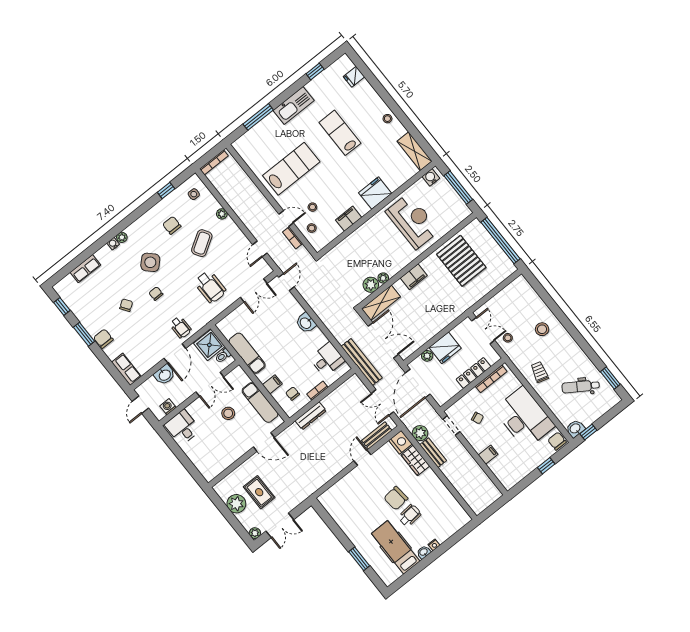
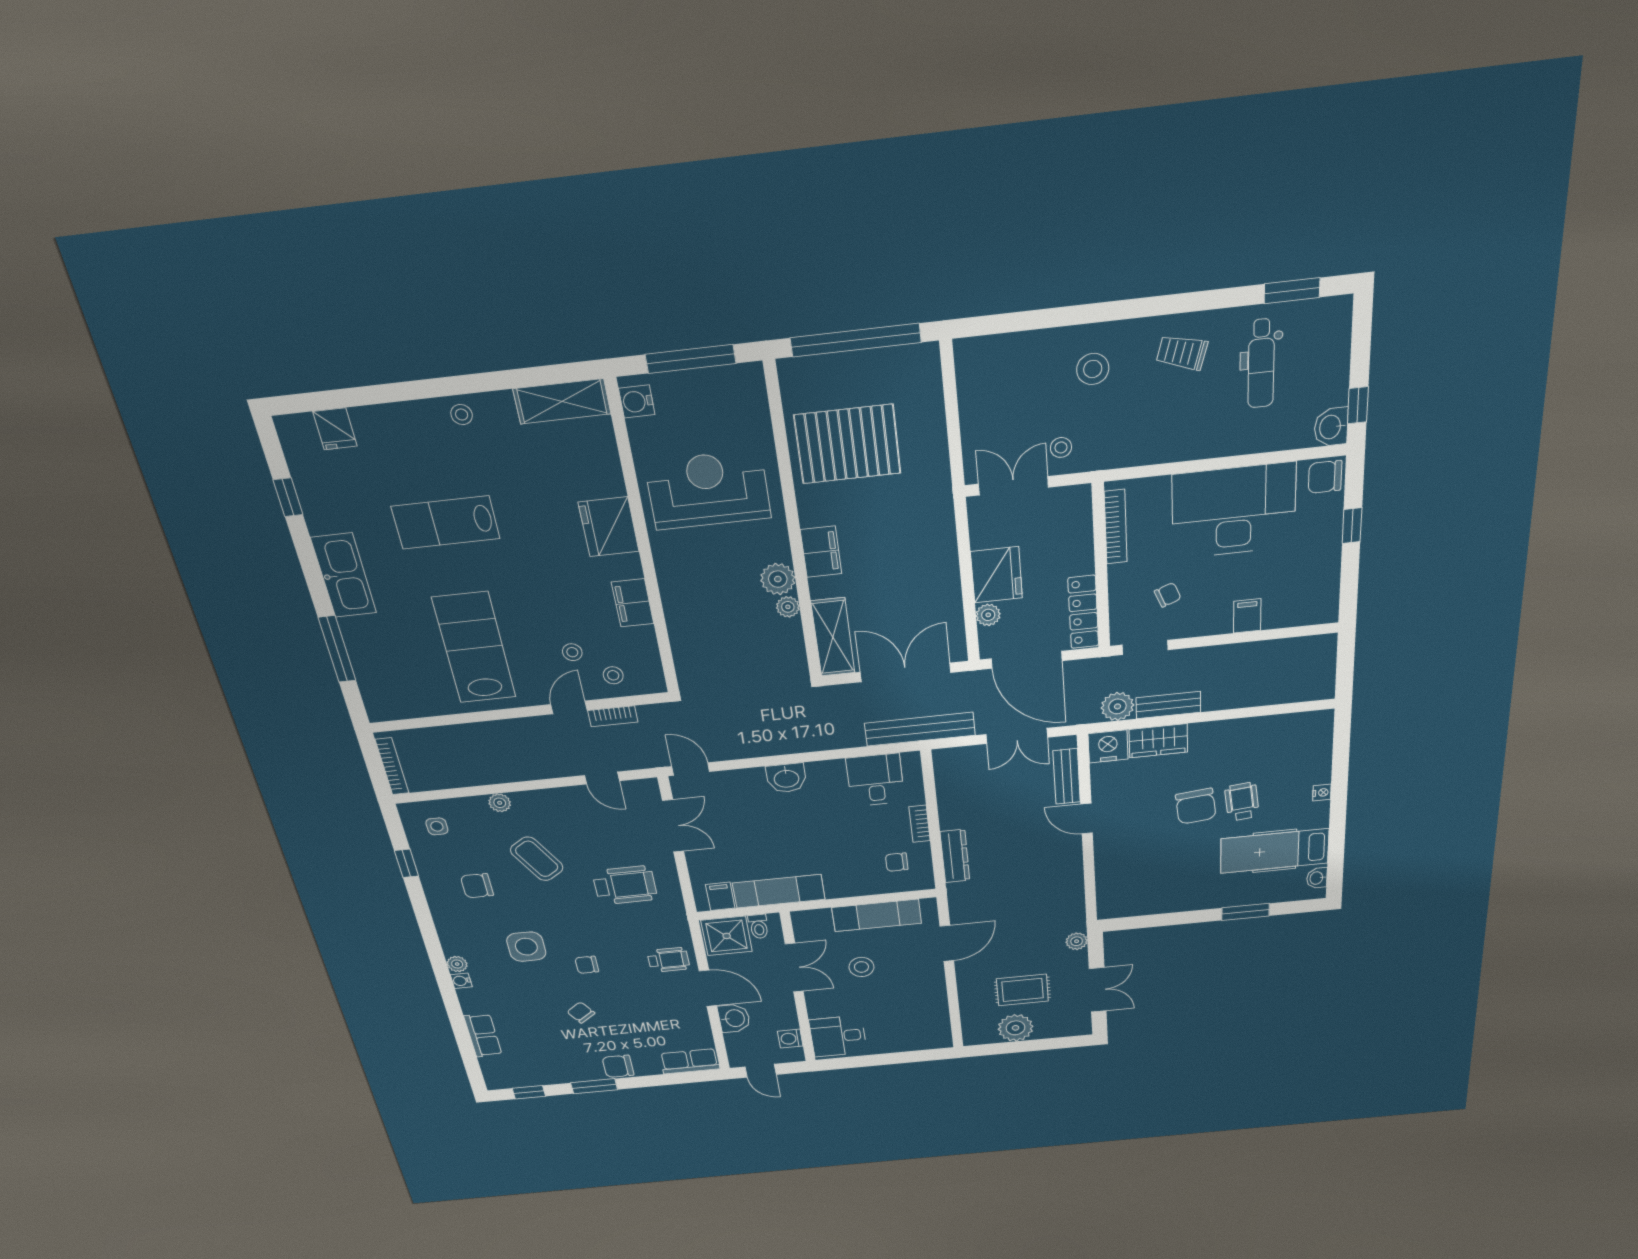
side table: (150, 262) -> (526, 947), turned 45
plant: (371, 285) -> (778, 579), moved
trolley: (539, 372) -> (1182, 353), moved
locker: (474, 373) -> (1083, 612), moved
filing cabinet: (272, 384) -> (720, 896), moved
dental chair: (581, 387) -> (1261, 364), turned -33
plant: (255, 533) -> (1077, 941), moved
washbasin: (424, 552) -> (1317, 878), moved

